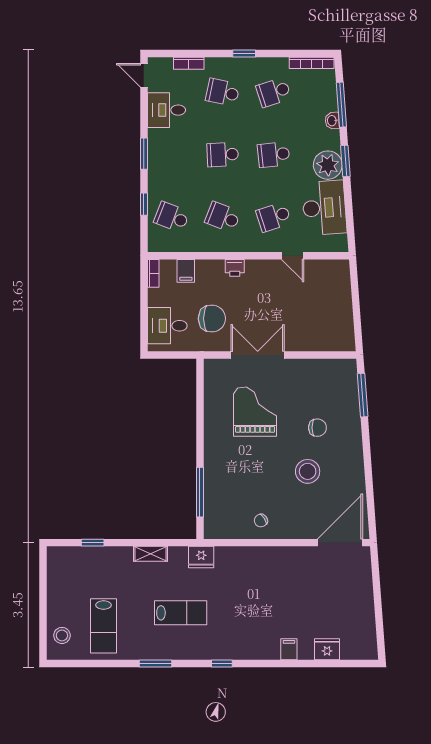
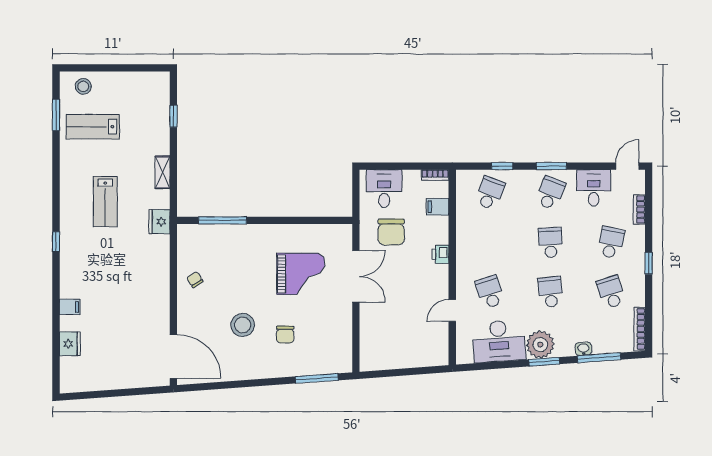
school desk: (223, 217) -> (550, 193), moved
window: (156, 664) -> (56, 115), moved

